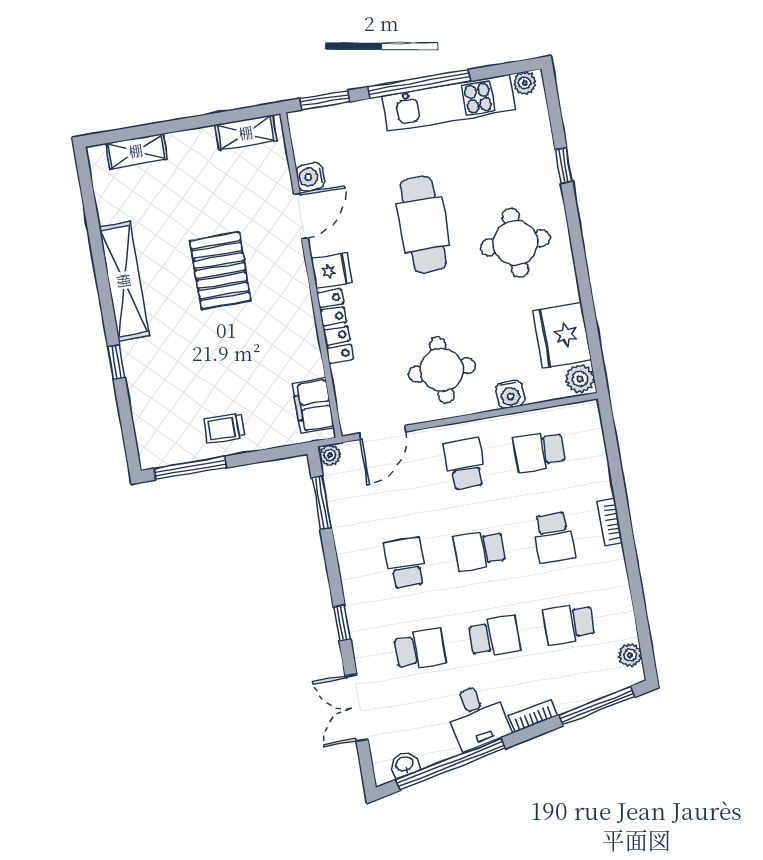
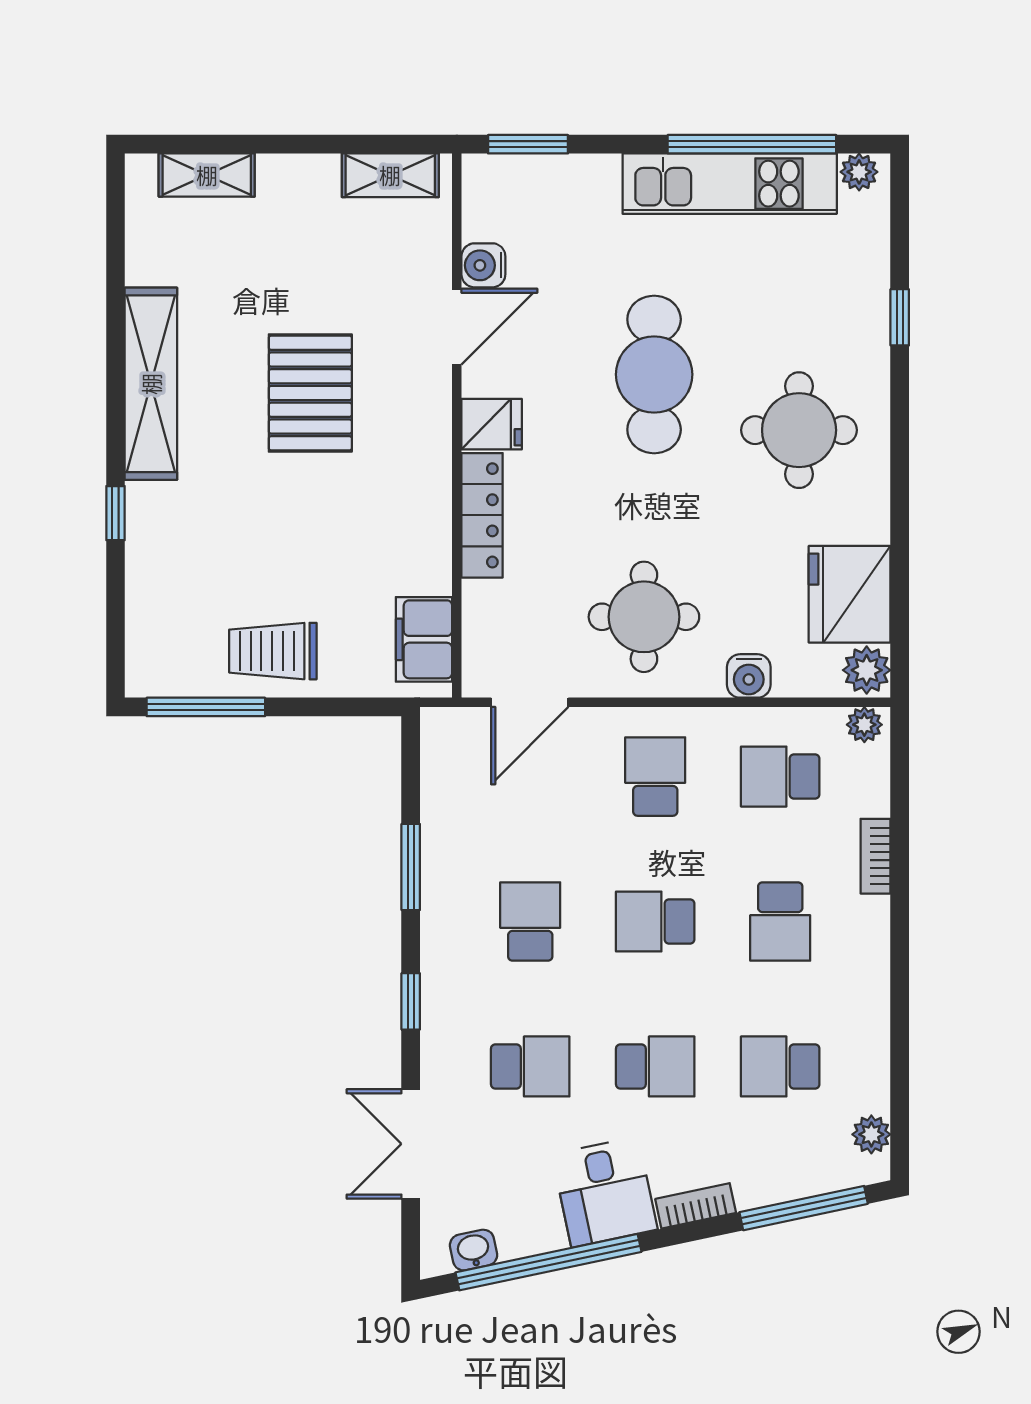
window: (419, 84) -> (752, 144), moved
trolley: (224, 428) -> (273, 651), width x1.36, depth x1.39
plant: (330, 455) -> (864, 725), moved
window: (322, 503) -> (411, 867), moved
bookcase: (610, 522) -> (876, 856), moved

